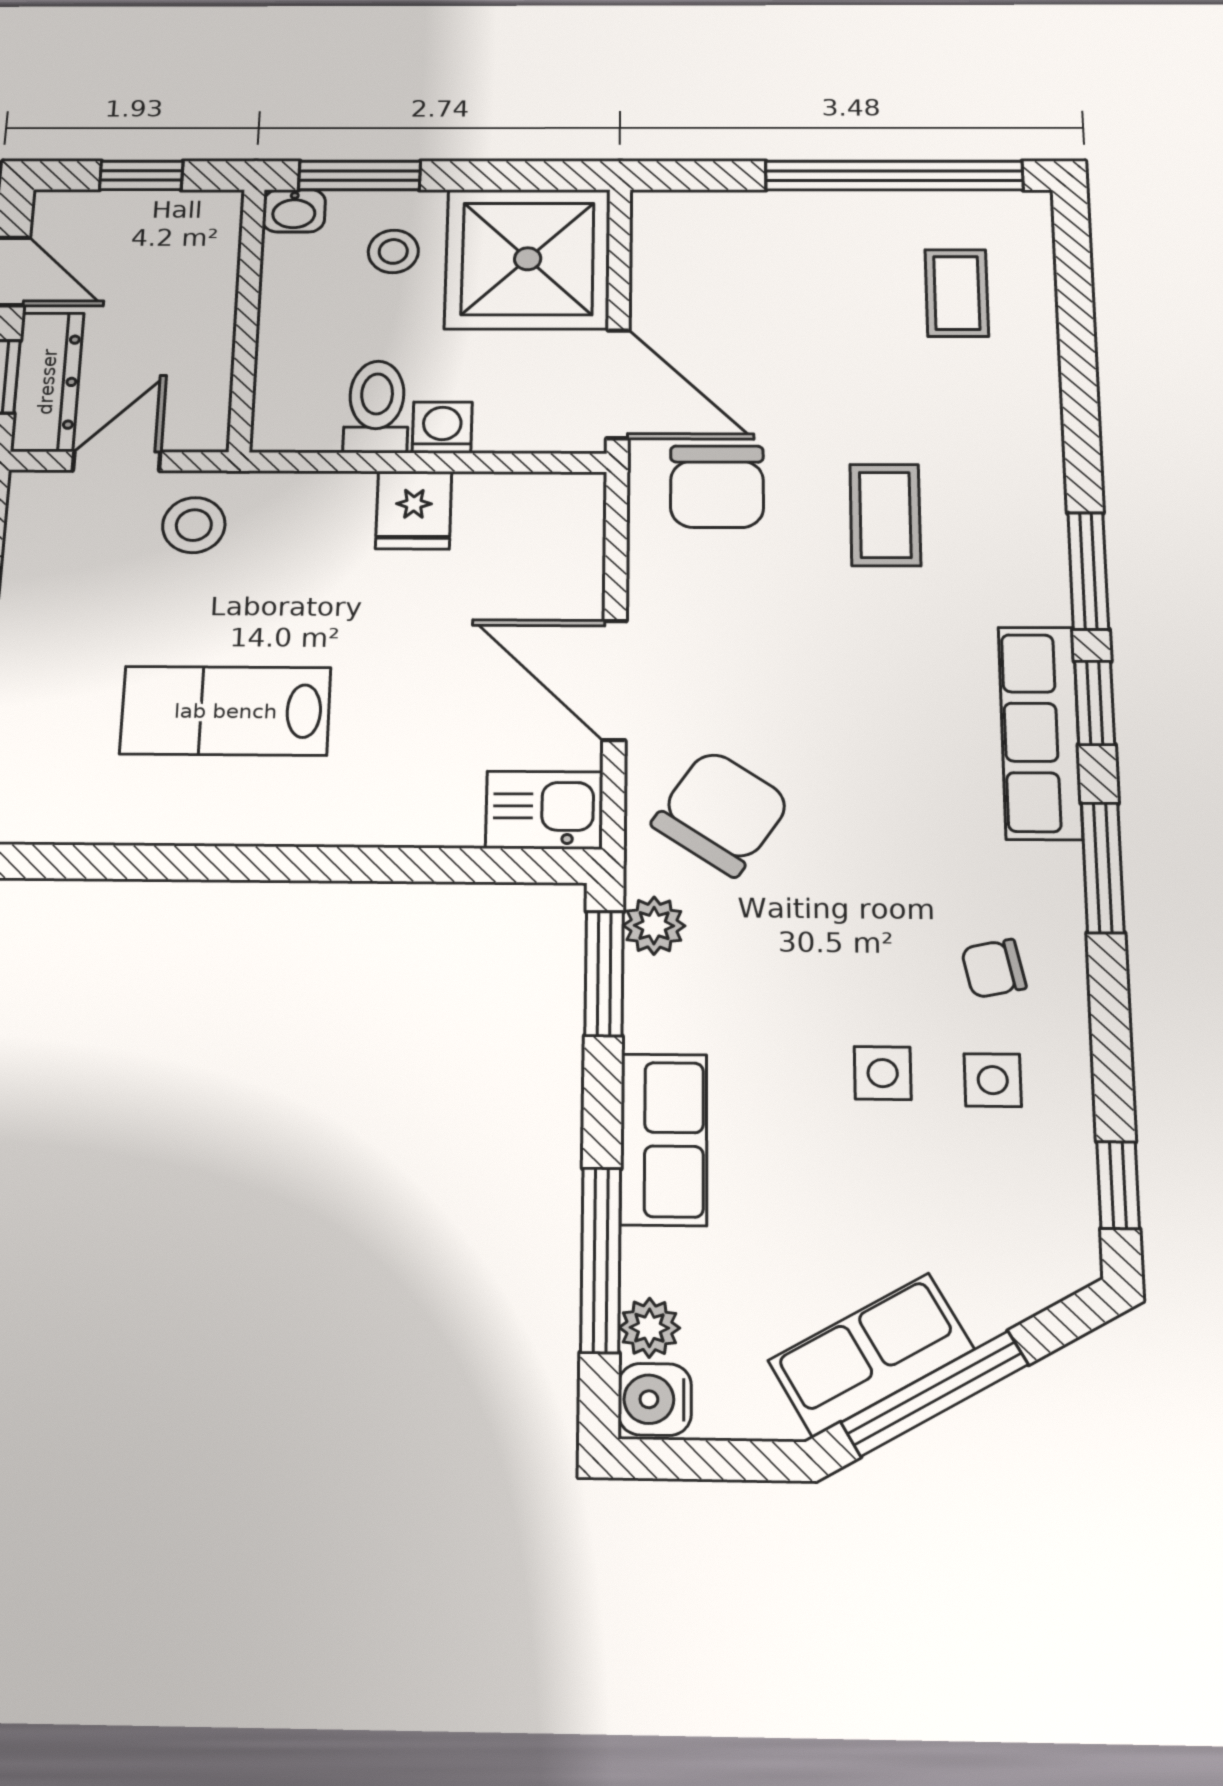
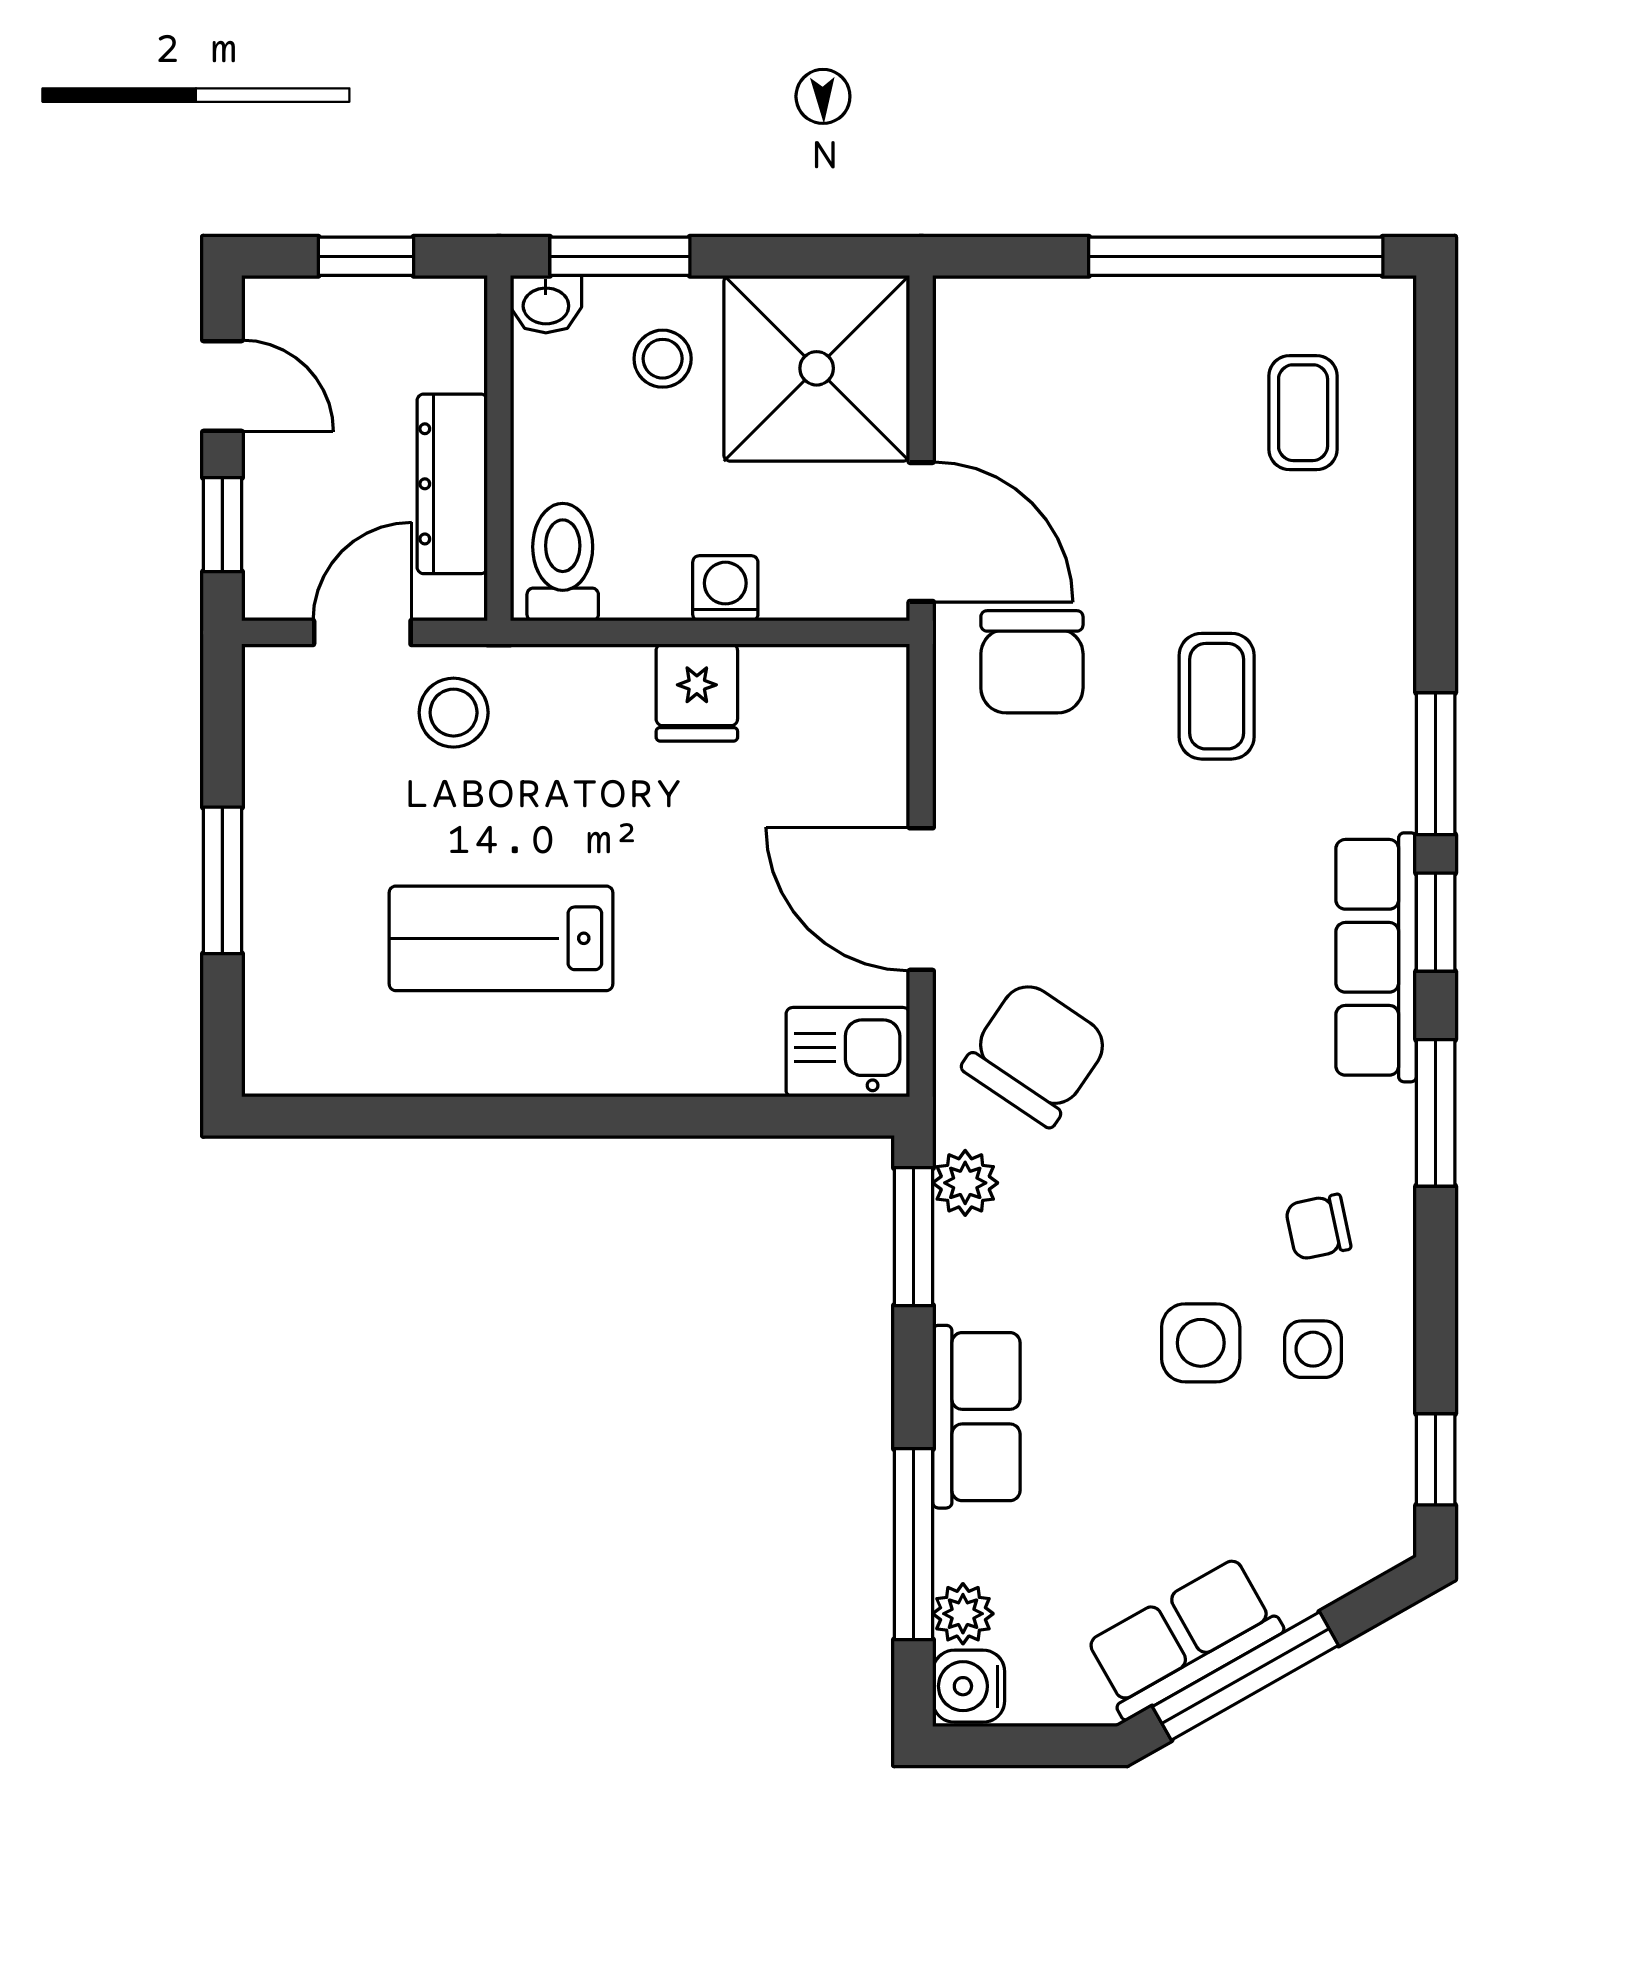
dresser: (47, 382) -> (452, 484), moved, turned 180
toilet: (377, 407) -> (563, 562), moved
side table: (883, 1073) -> (1201, 1343), width x1.37, depth x1.37

